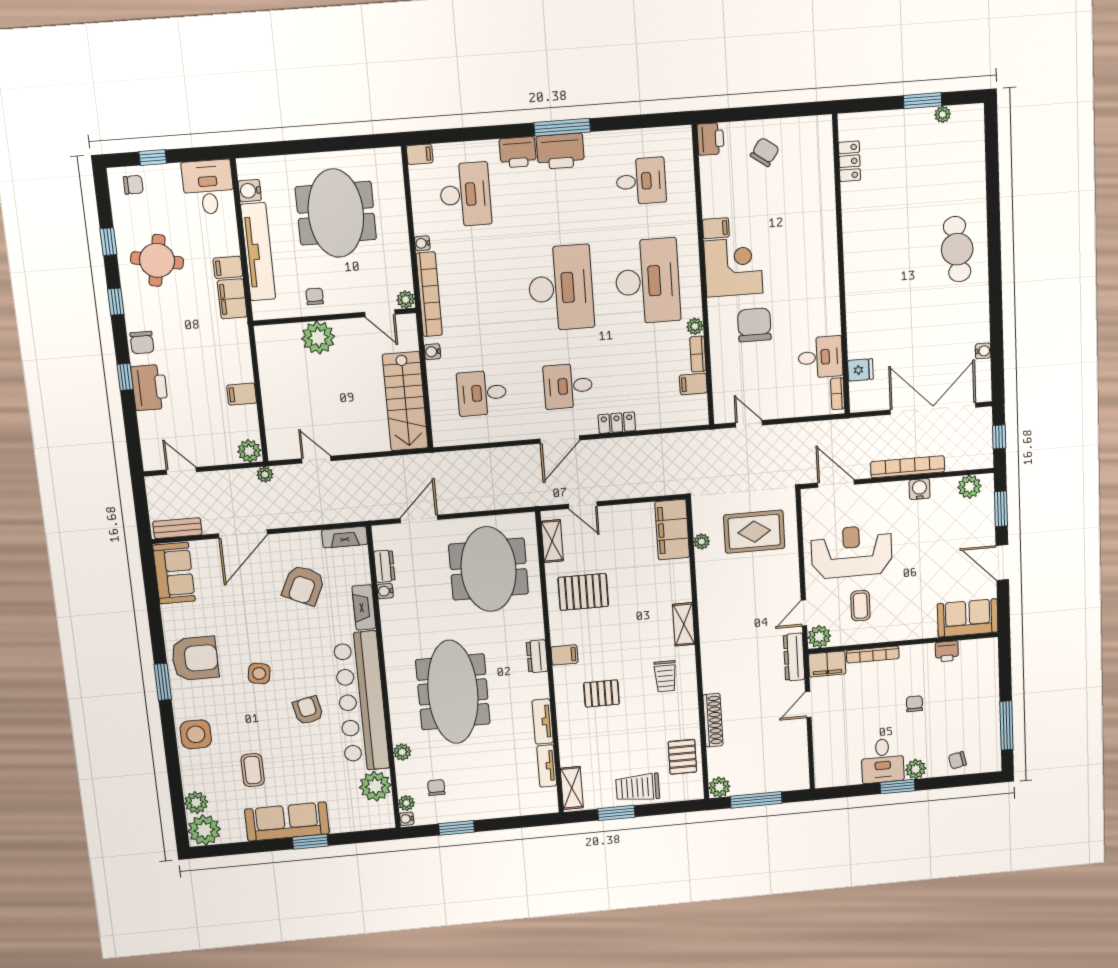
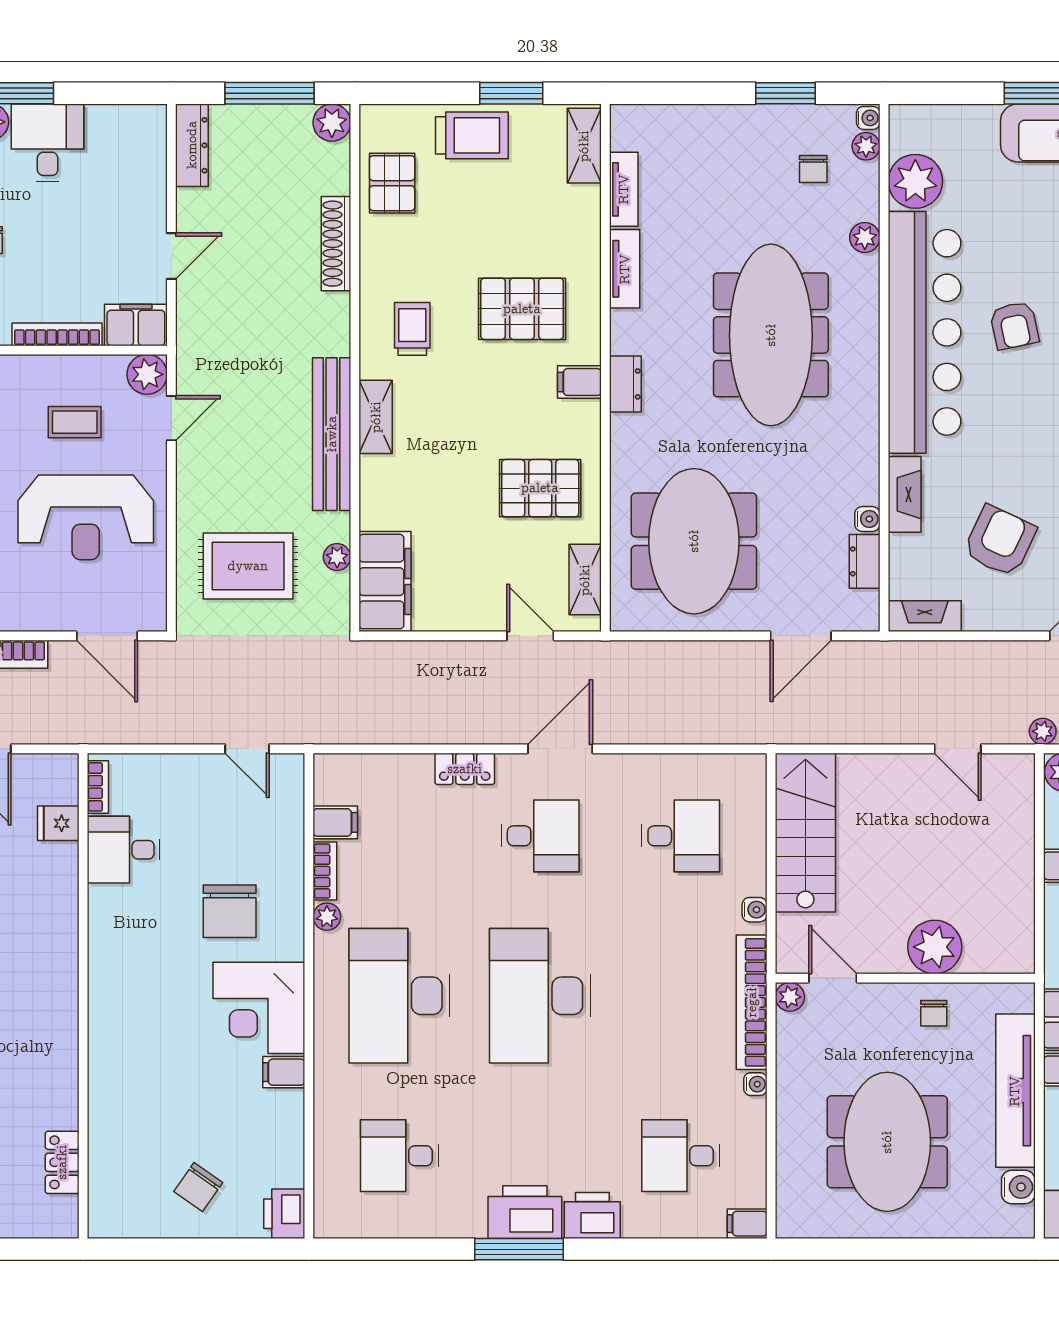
desk: (465, 194) -> (681, 1156), width x0.73
coffee table: (860, 606) -> (75, 422), turned 90
bench: (709, 612) -> (332, 434), added
dresser: (794, 657) -> (192, 145), moved
pallet: (601, 693) -> (522, 309), width x1.50, depth x1.42

